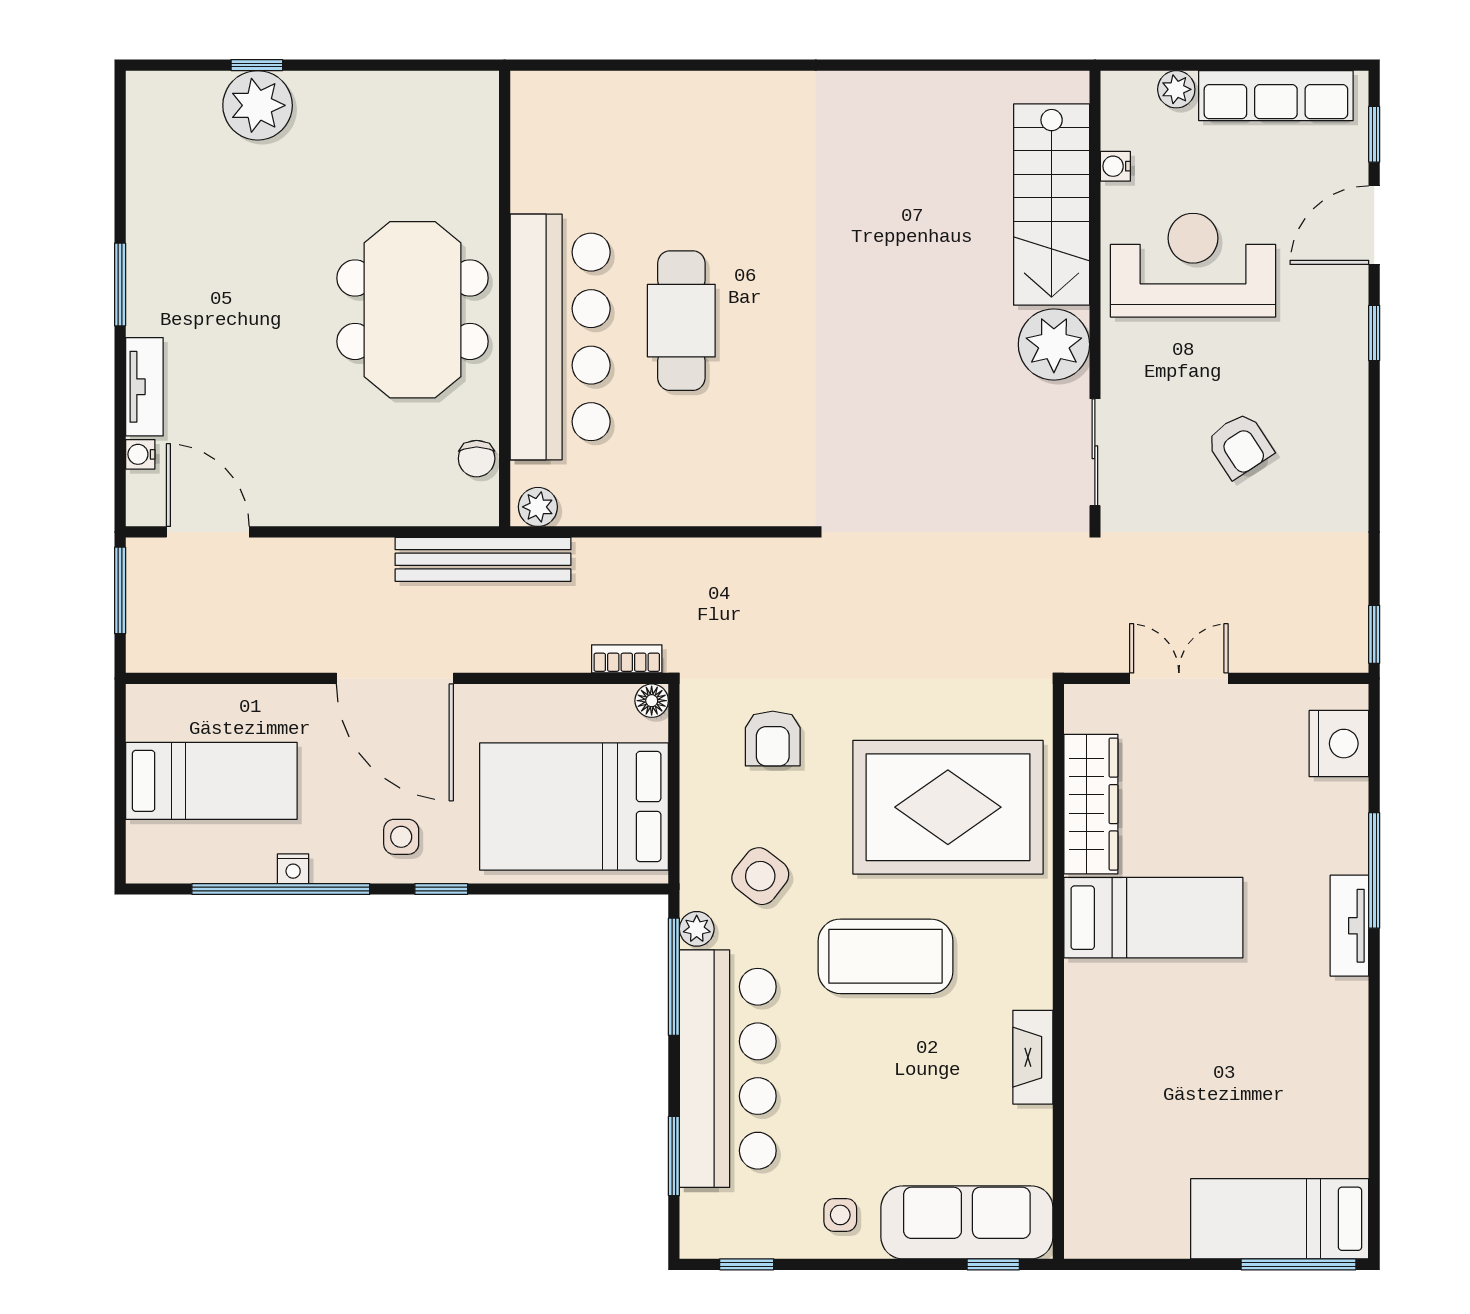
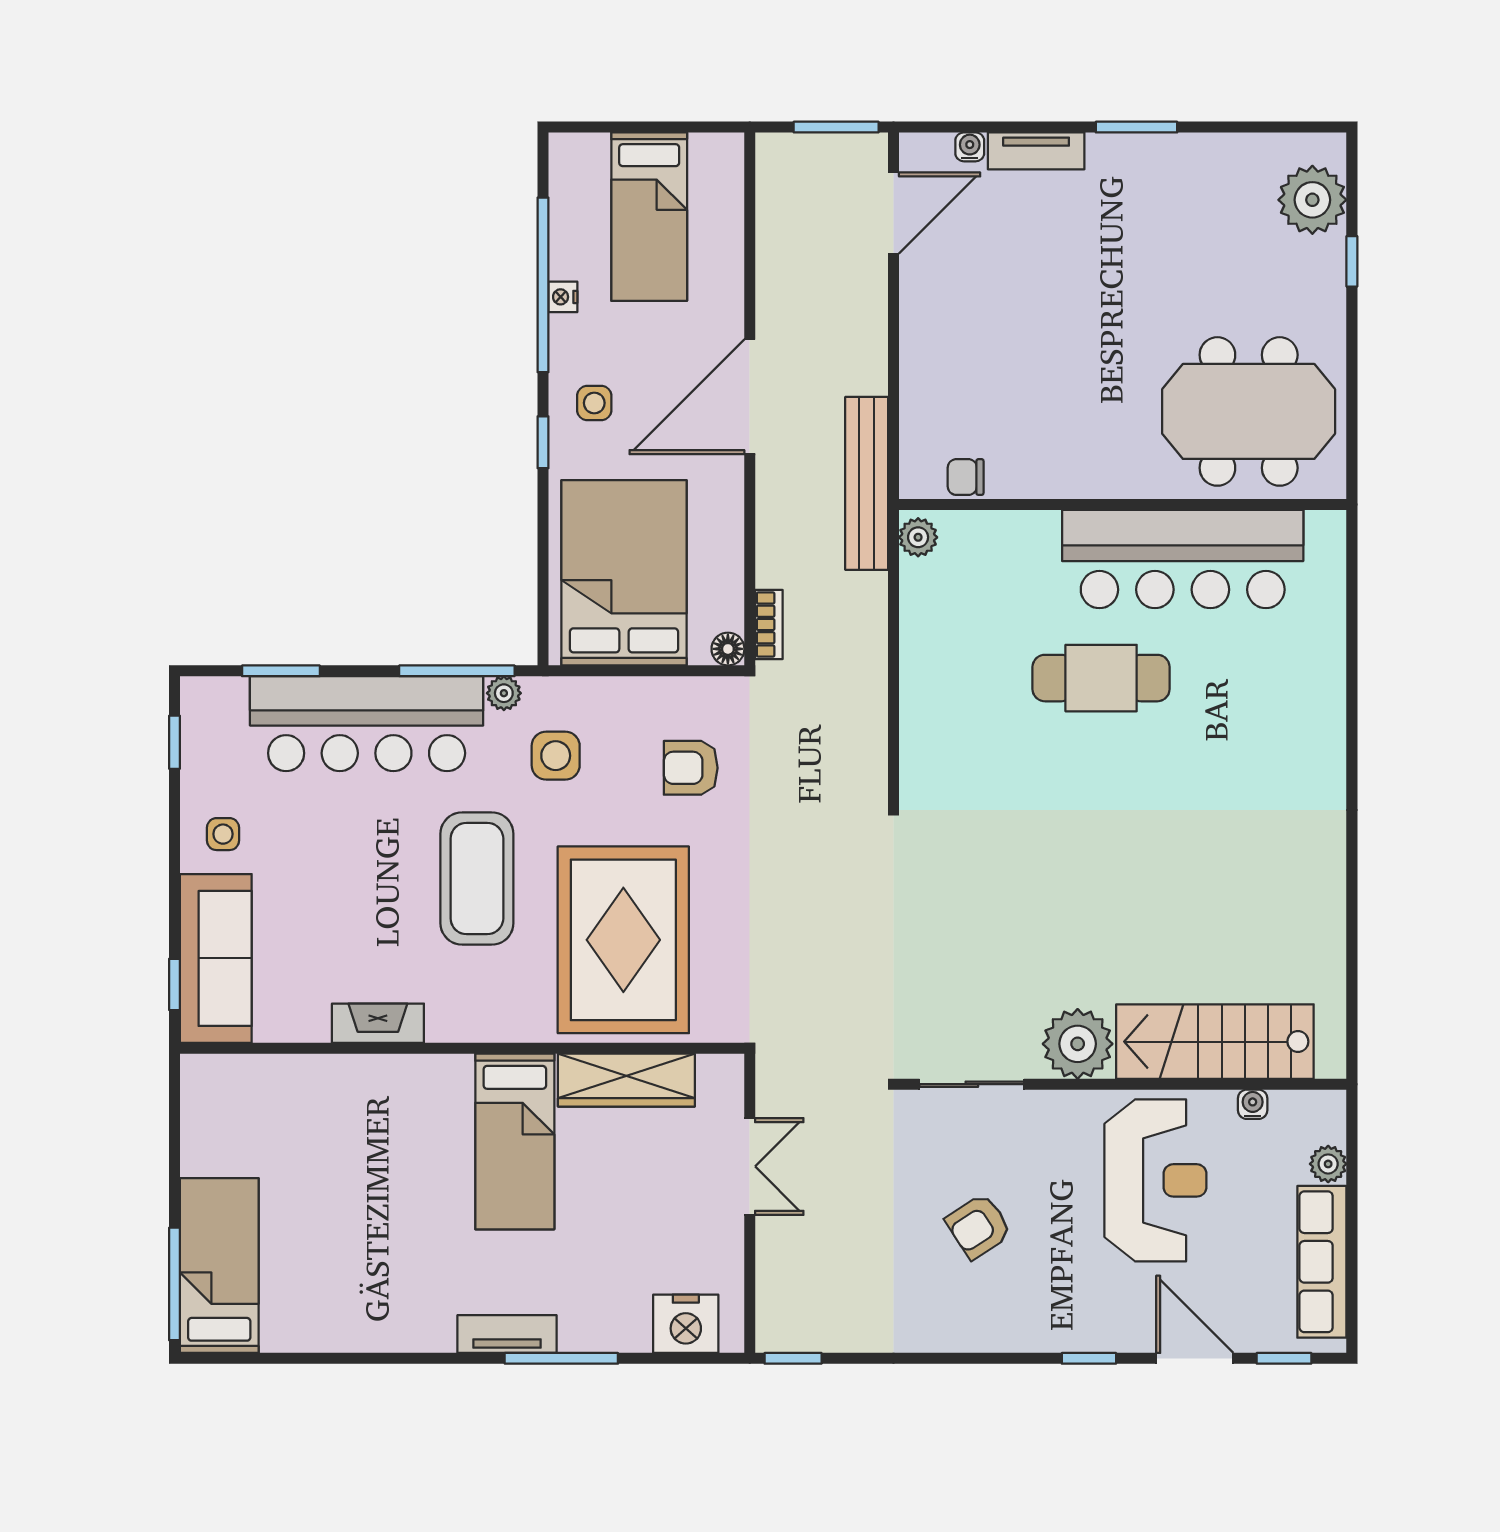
plant: (258, 105) -> (1312, 200), moved
meeting table: (413, 310) -> (1249, 411), moved
bar counter: (560, 337) -> (1183, 559), moved
side table: (760, 876) -> (556, 756), turned -38

